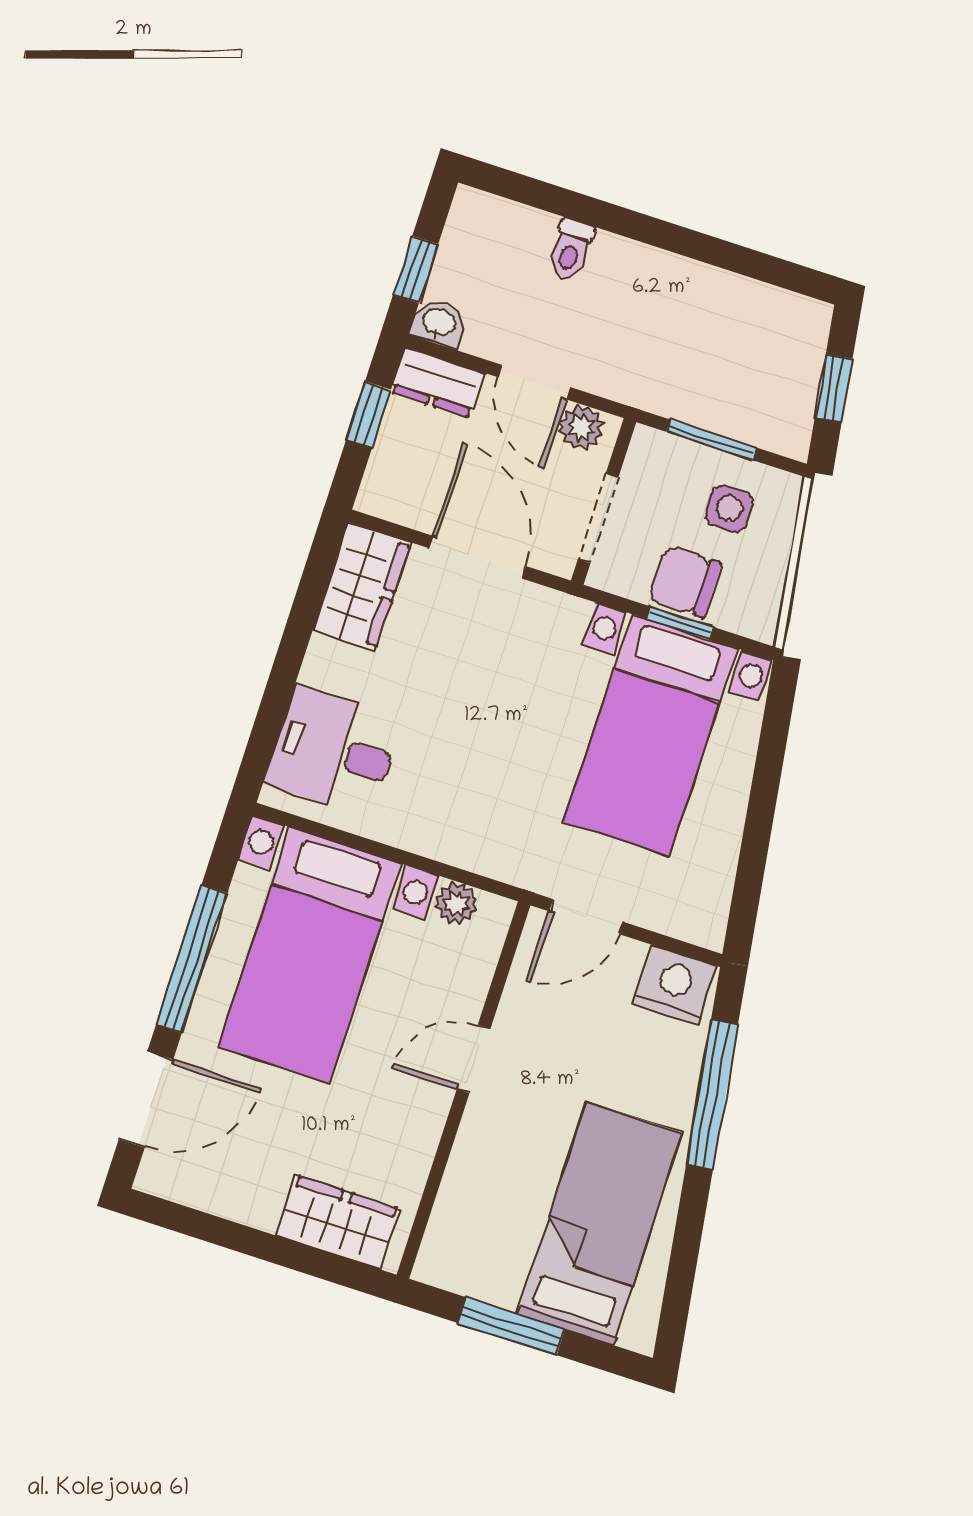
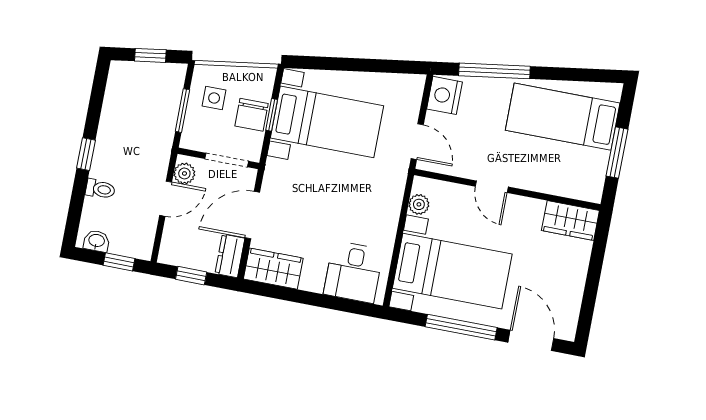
window: (647, 229) -> (86, 154), added
washbasin: (439, 323) -> (97, 241), moved, turned 90
dresser: (437, 383) -> (230, 256), moved, turned 180
wardrobe: (338, 1222) -> (570, 221), moved, turned -90

